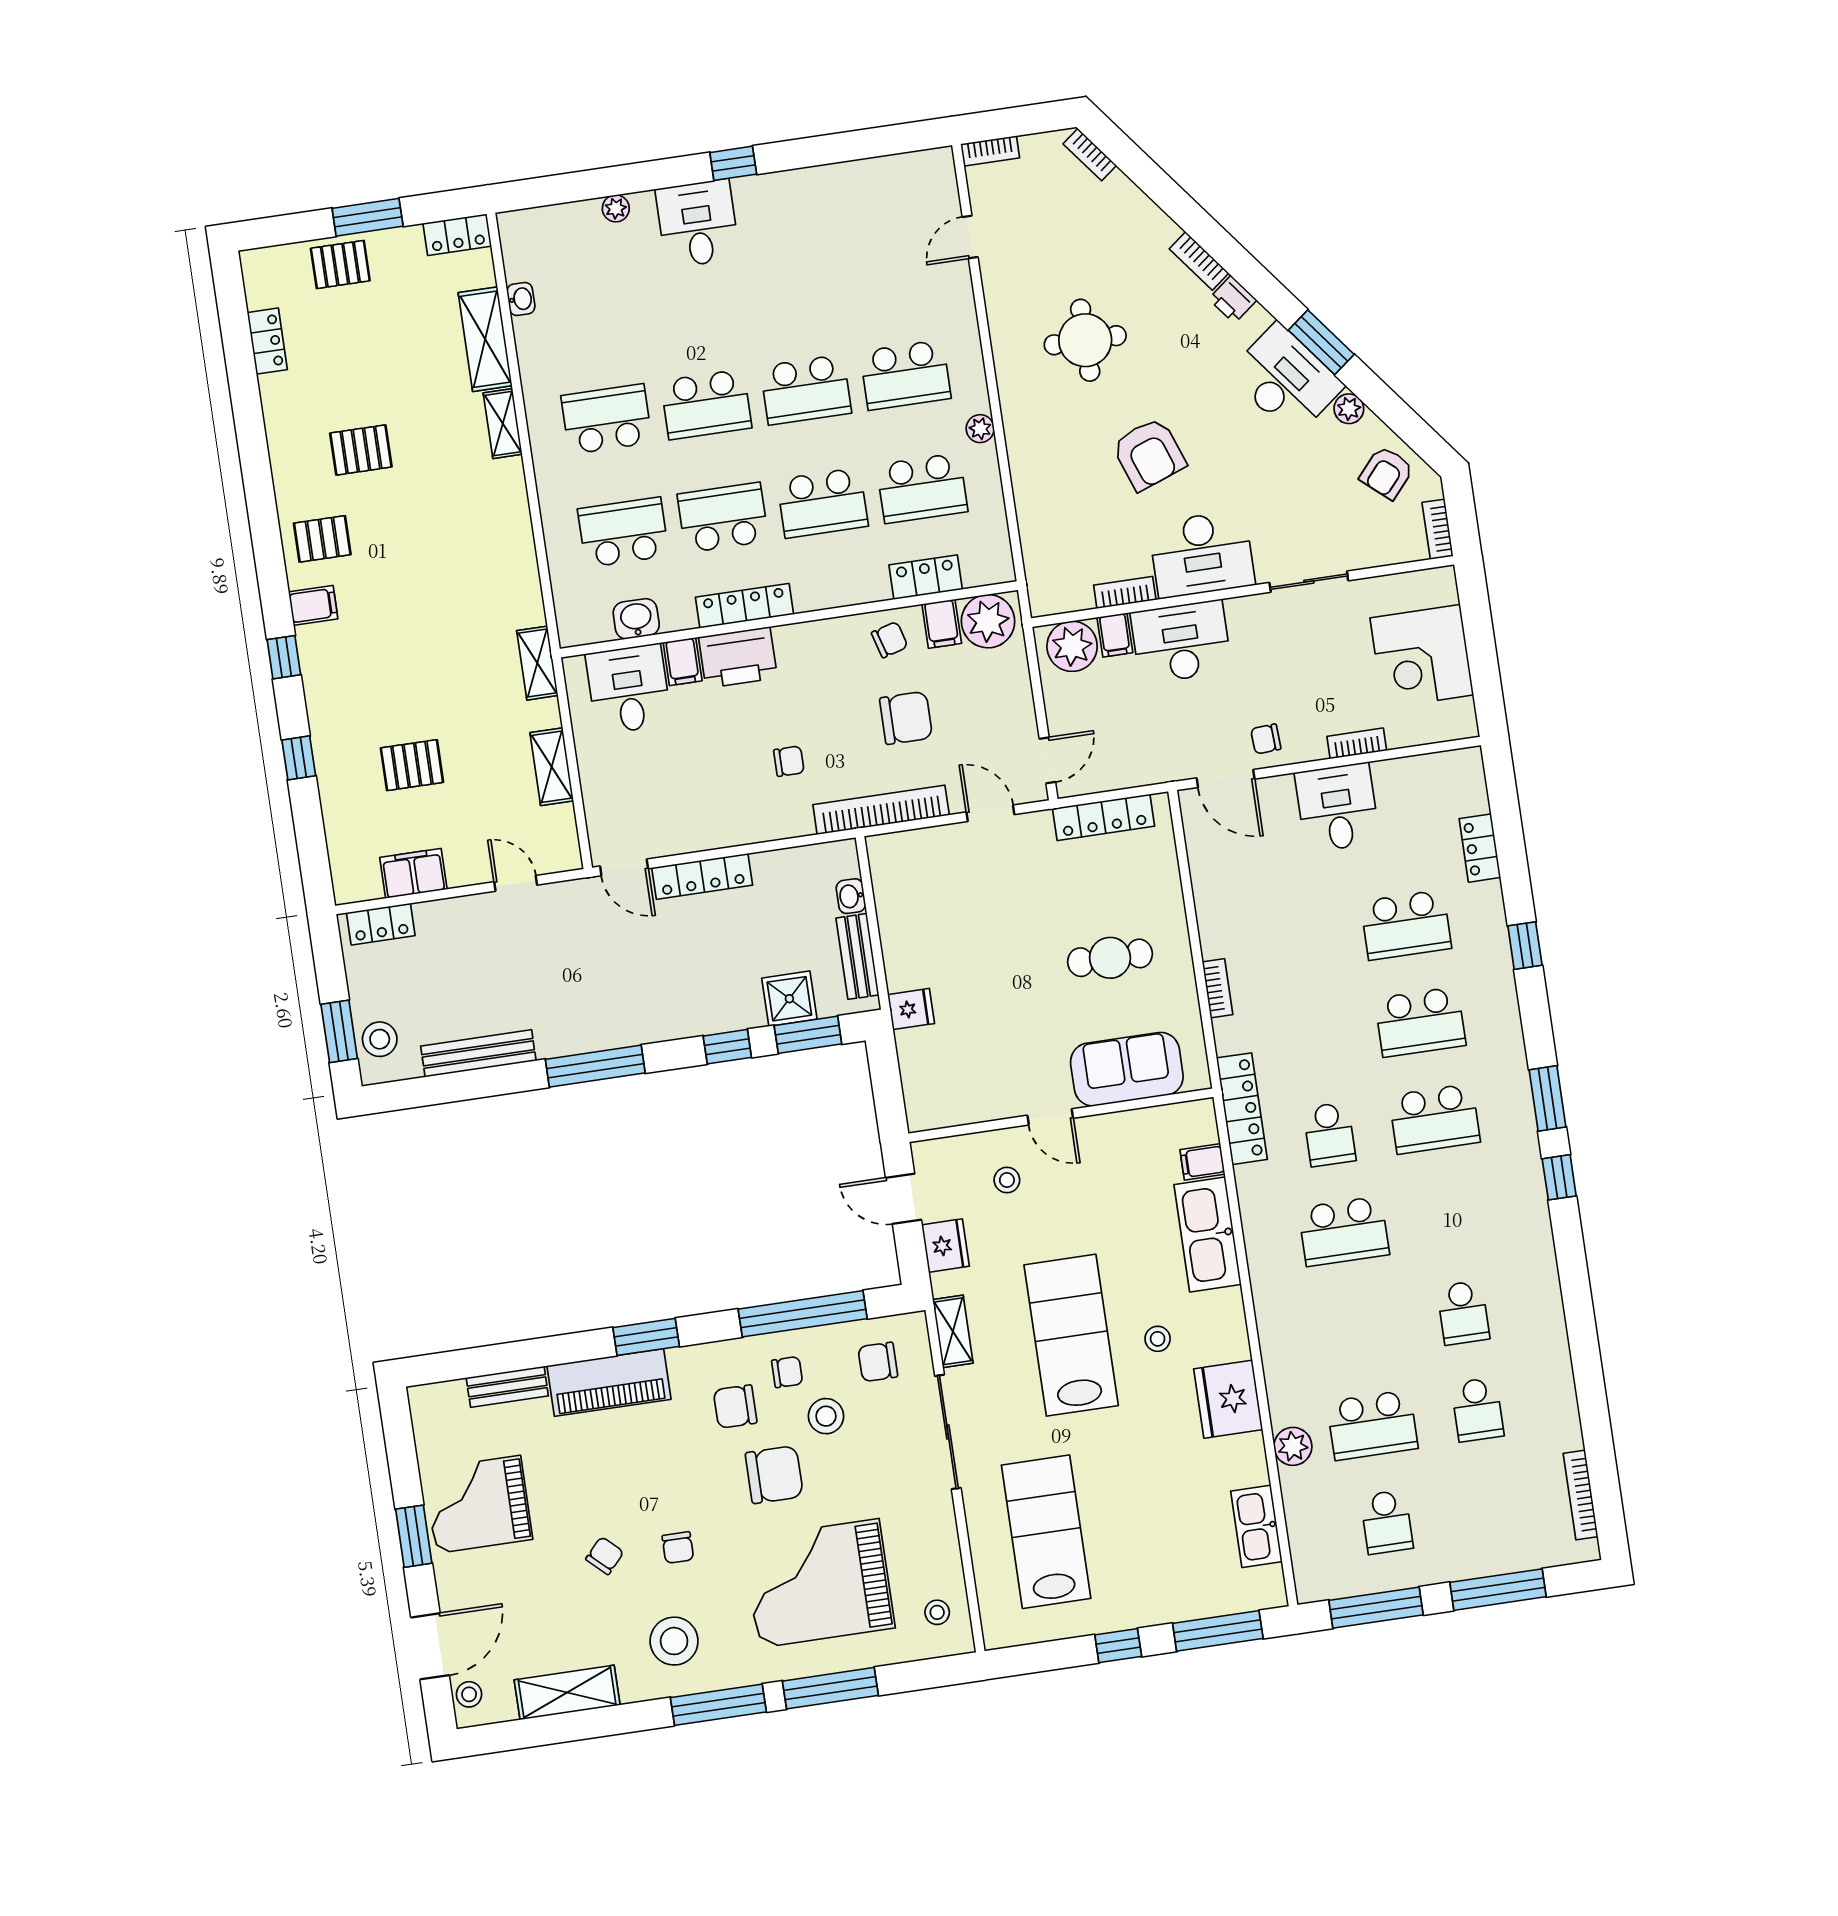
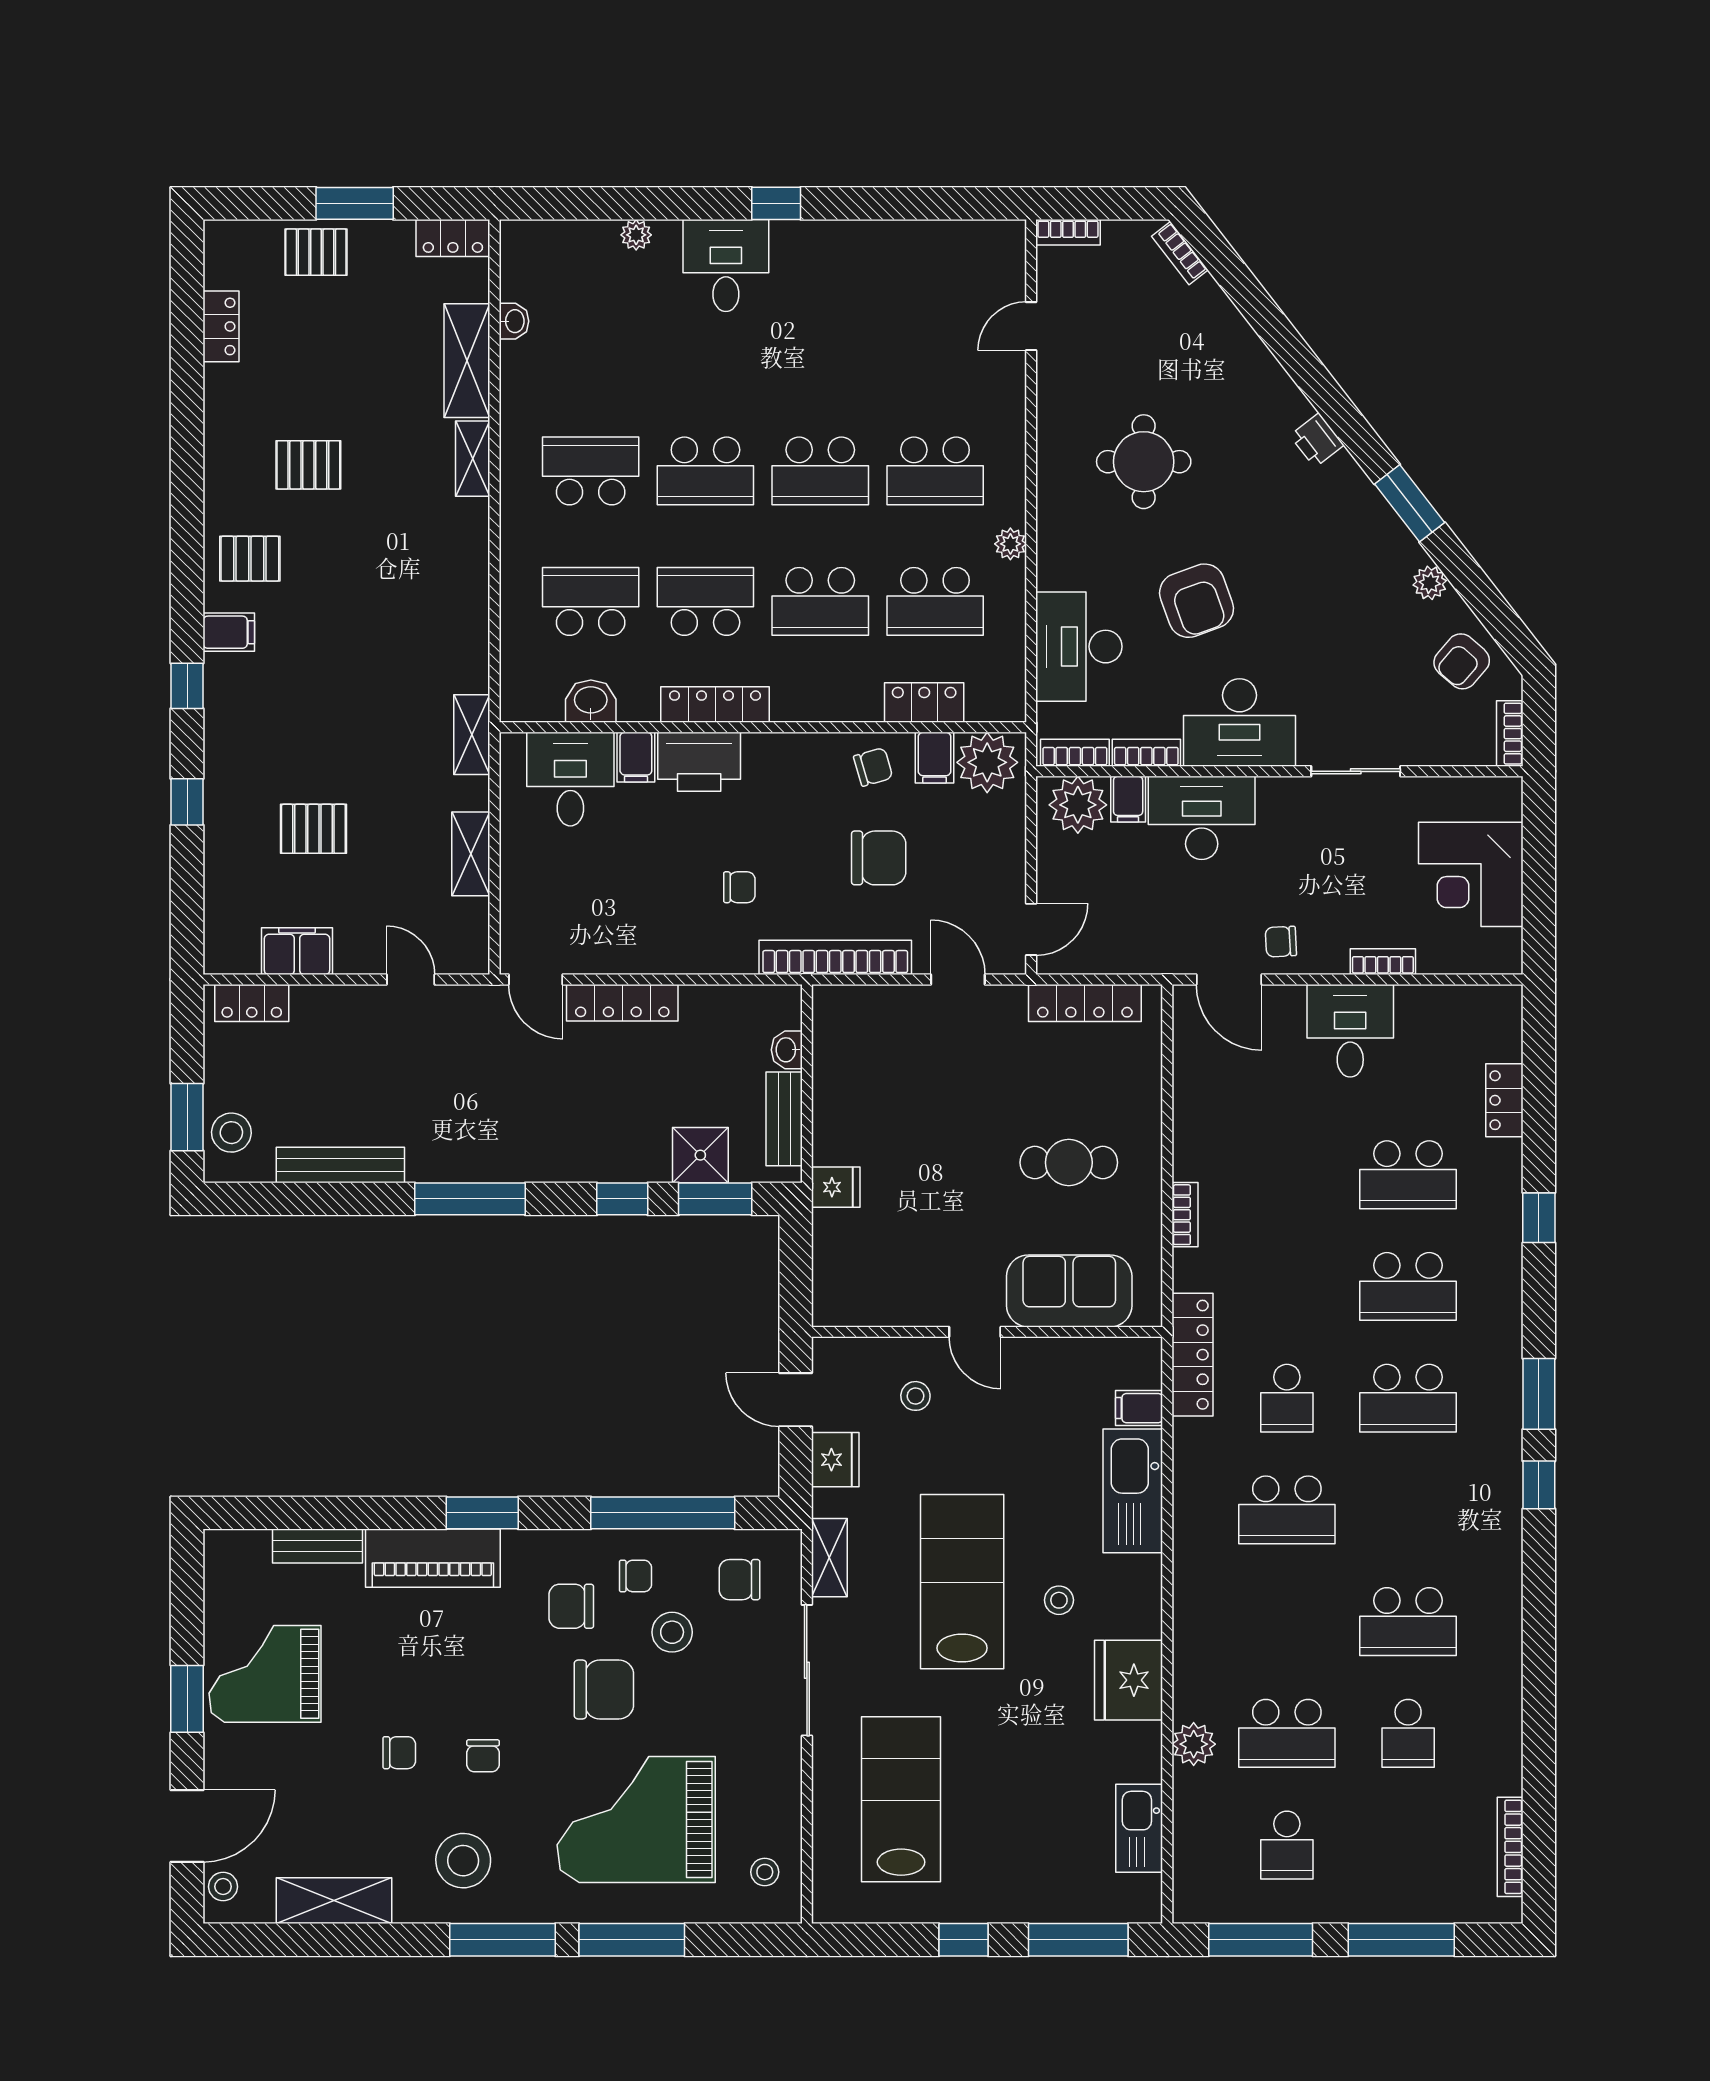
bookcase: (1199, 261) -> (1075, 753), moved, turned 128
desk: (1286, 380) -> (1079, 647), moved, turned -142
school desk: (1463, 1313) -> (1408, 1622), width x1.85
chair: (605, 1556) -> (399, 1753), turned 47

